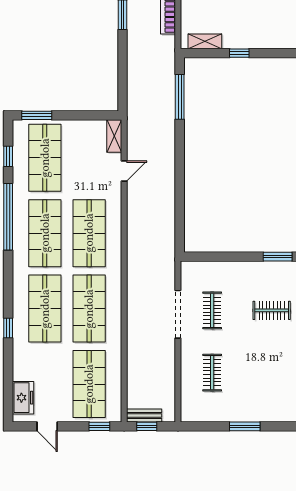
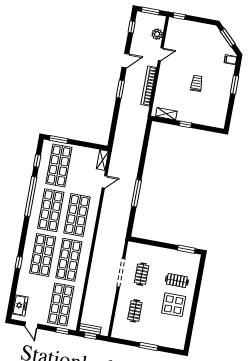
window: (180, 97) -> (136, 193), moved
display table: (273, 351) -> (174, 305), added

